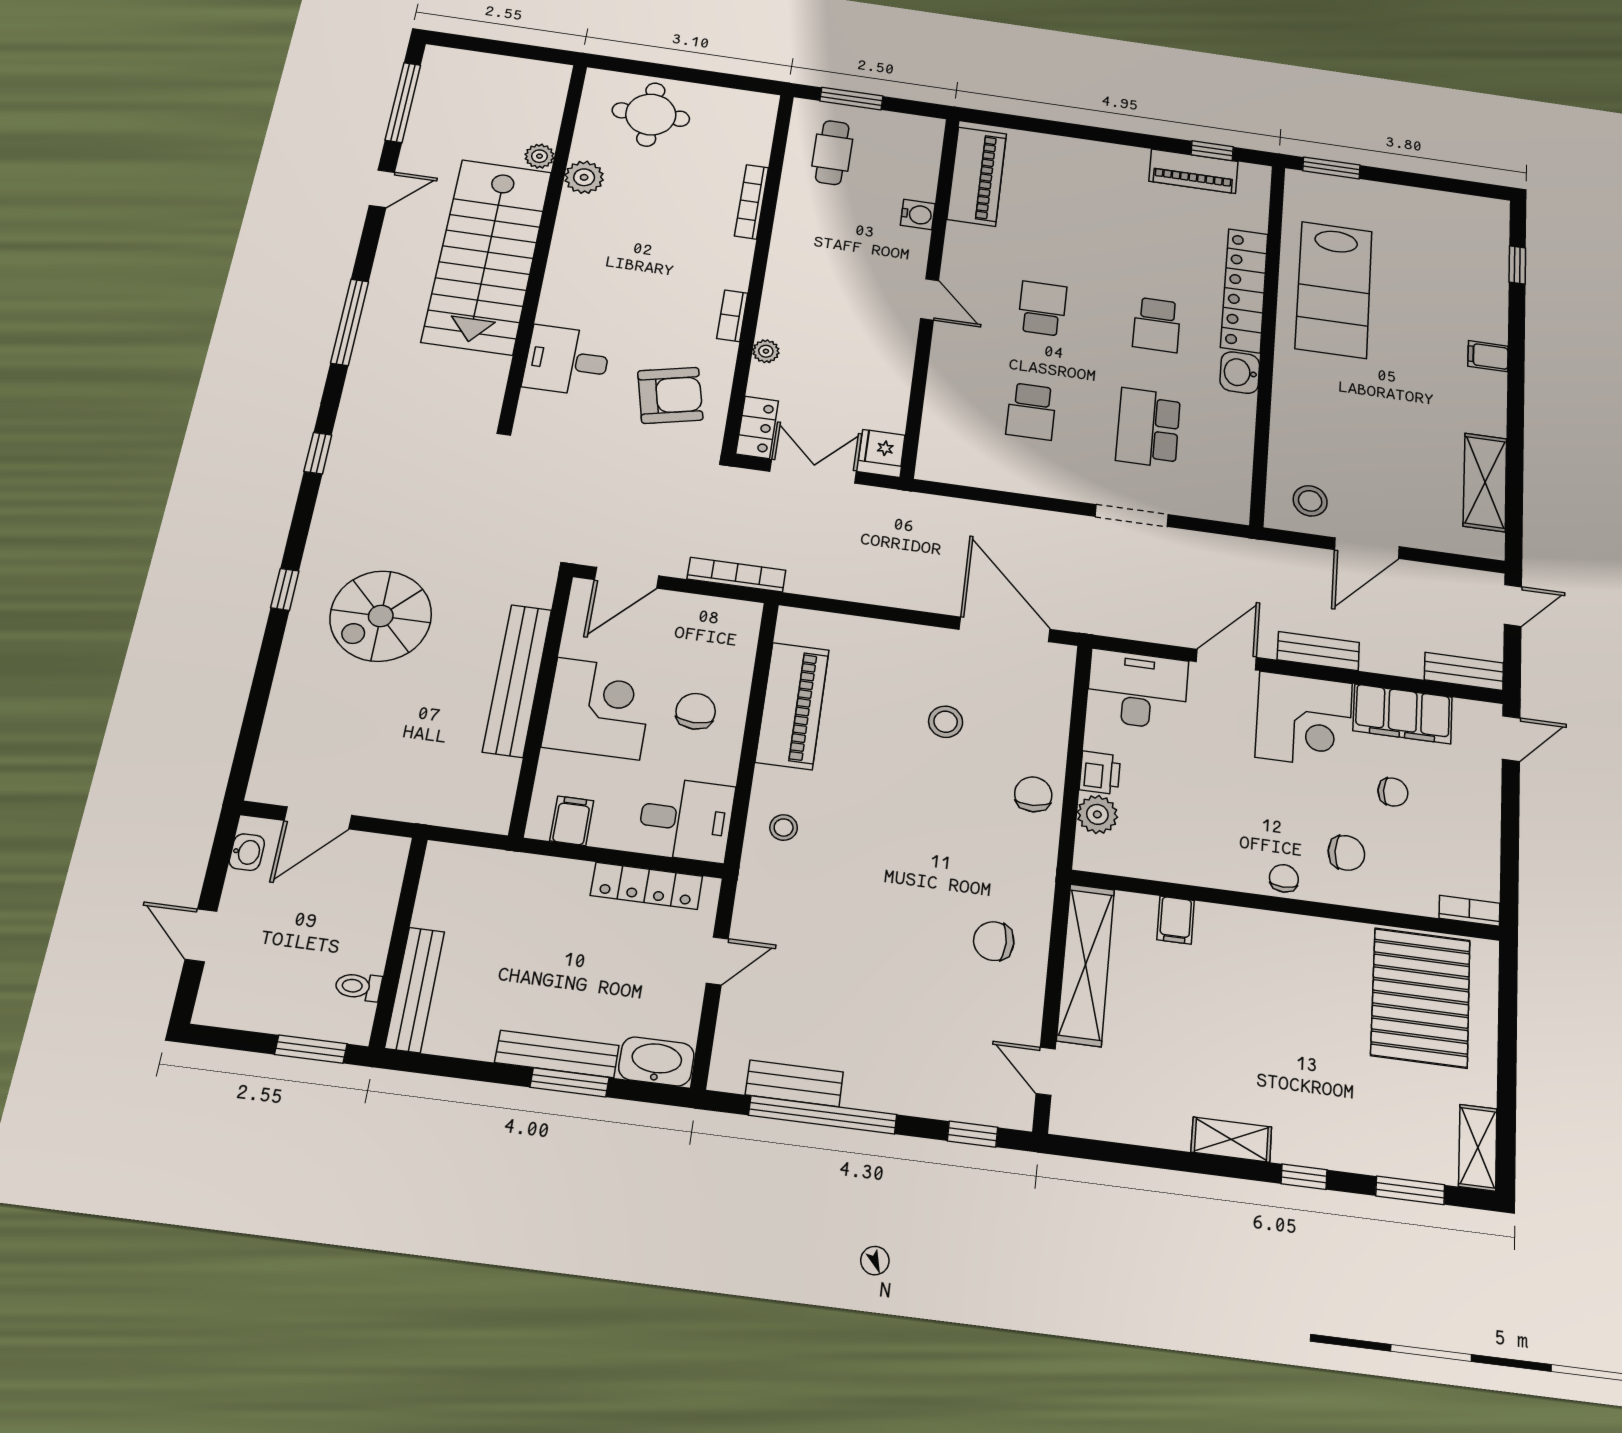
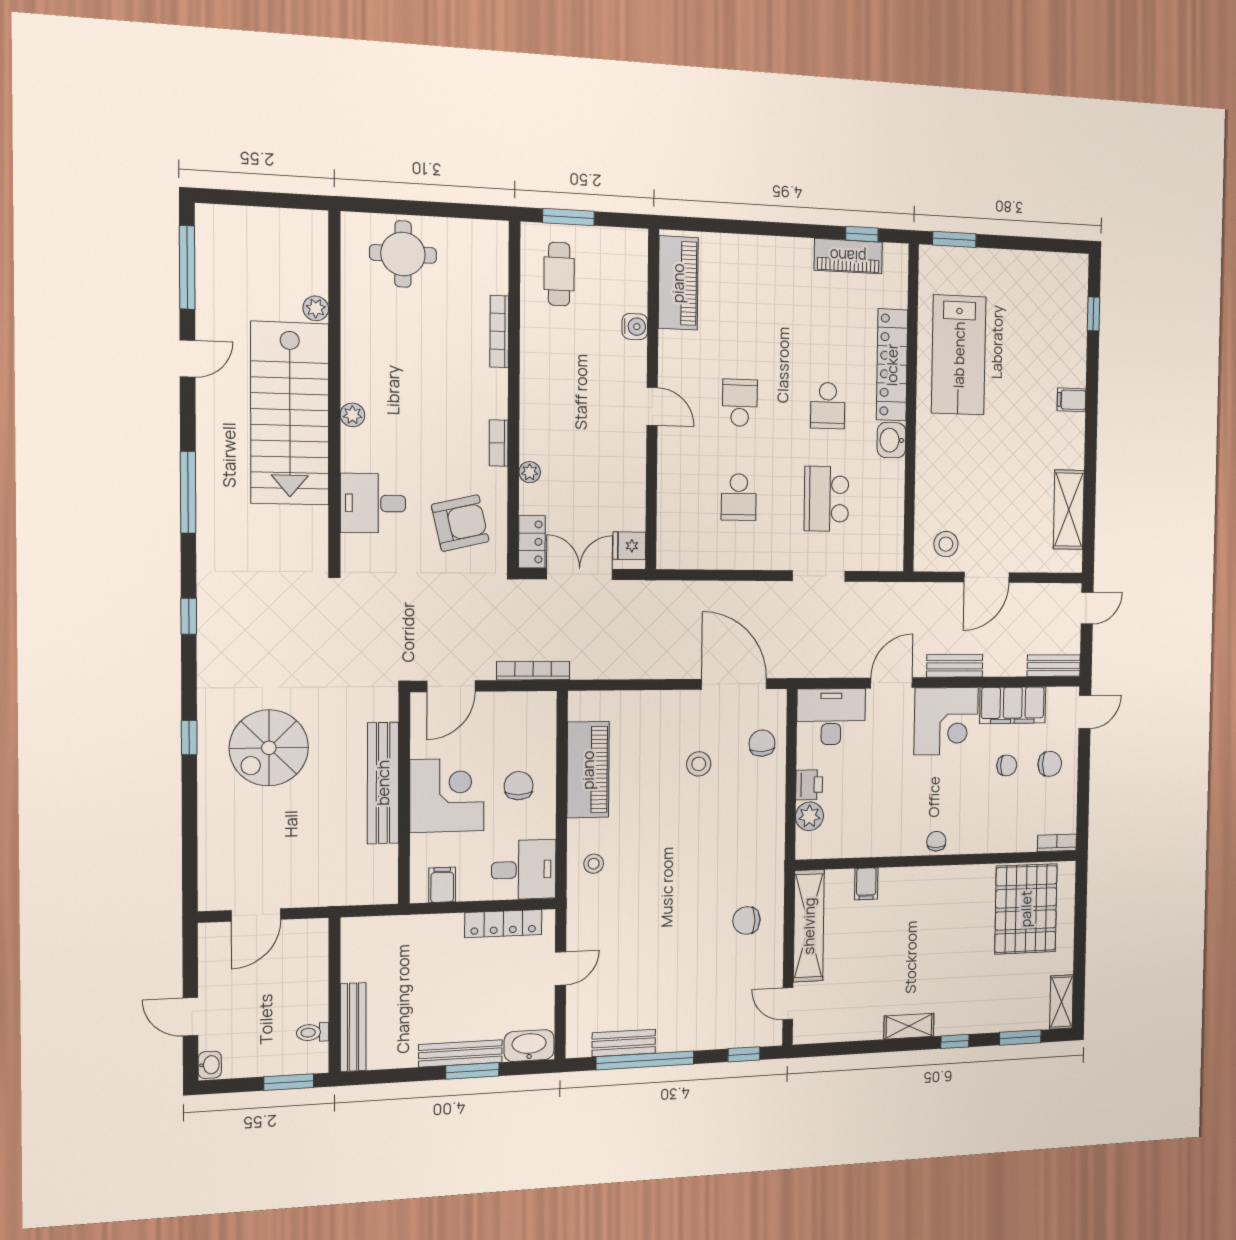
plant: (584, 177) -> (352, 415), moved, width x0.73, depth x0.73
chair: (1033, 794) -> (762, 743), moved
washbasin: (247, 852) -> (210, 1065), moved
chair: (1346, 853) -> (1050, 764), moved

